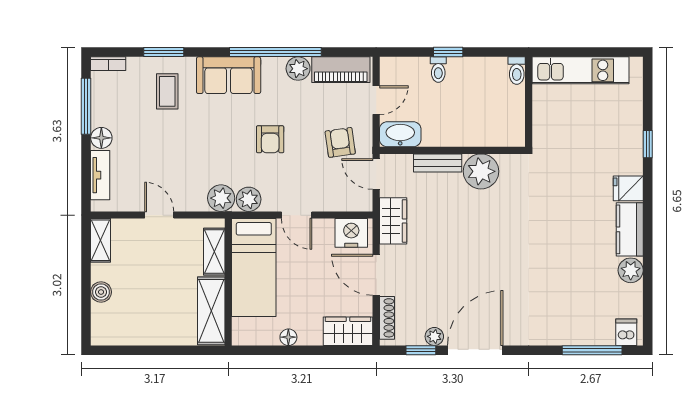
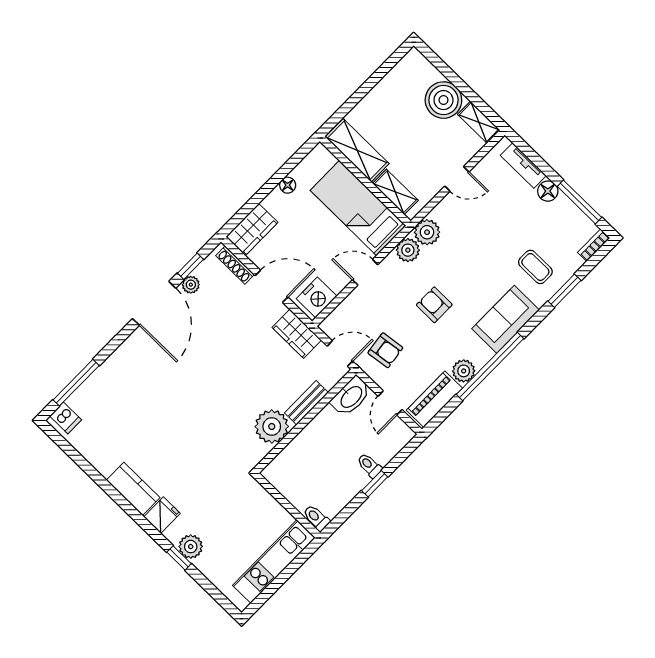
plant: (631, 270) -> (191, 547), moved
boiler: (101, 292) -> (443, 100), width x1.86, depth x1.86

